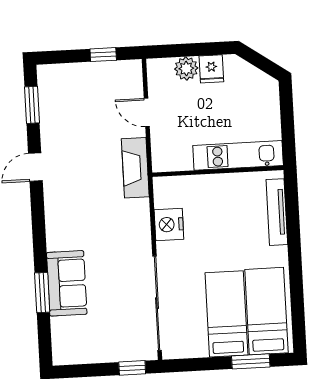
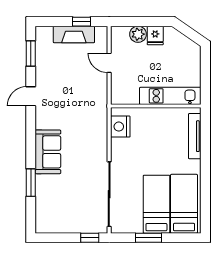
fireplace: (135, 168) -> (74, 34), moved, turned -90
nightstand: (169, 224) -> (120, 127), moved
sofa: (67, 283) -> (48, 152), moved
window: (251, 361) -> (148, 238), moved

